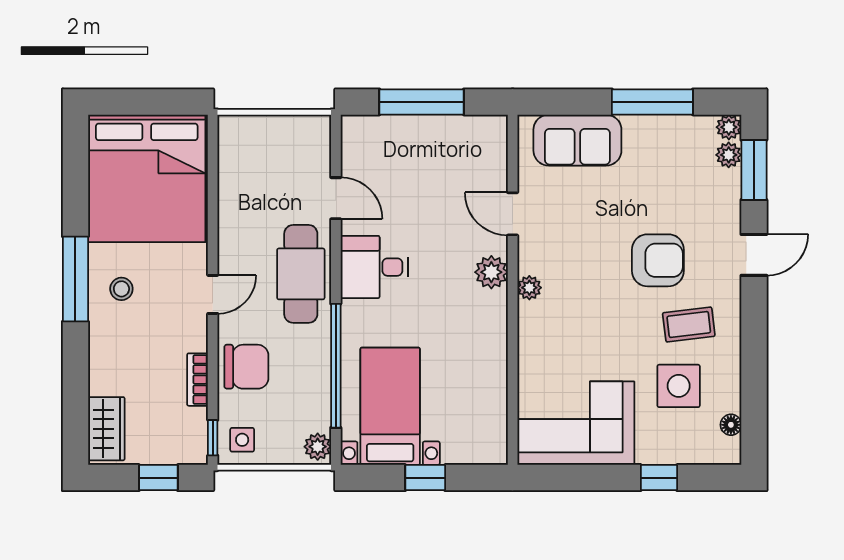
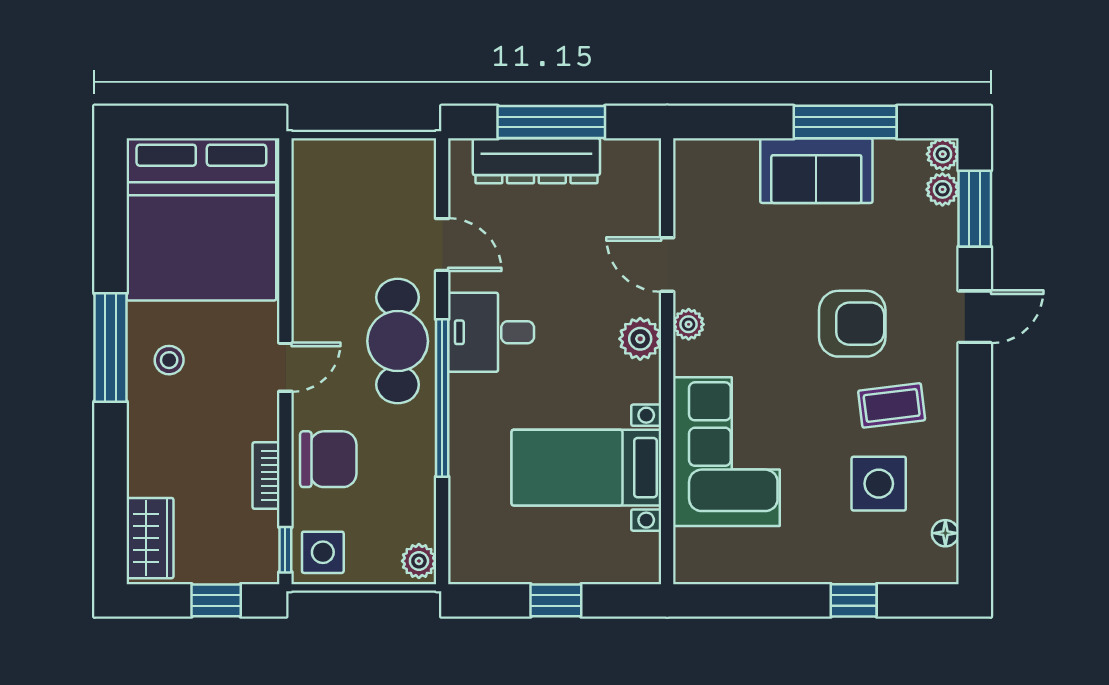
dresser: (410, 132) -> (536, 161), added
sofa: (577, 140) -> (816, 171), moved
plant: (529, 288) -> (689, 324), moved
window: (336, 366) -> (442, 398), moved
bed with nightstands: (390, 406) -> (586, 468), moved, turned -90
corner sofa: (576, 423) -> (726, 452), moved, turned 90
side table: (242, 440) -> (323, 552), width x1.37, depth x1.37

